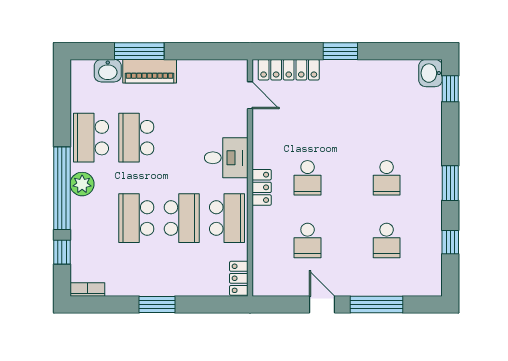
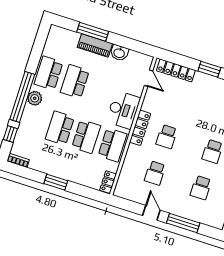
washbasin: (108, 71) -> (119, 53), moved
desk: (226, 158) -> (123, 110), width x1.37
locker: (262, 187) -> (140, 128), width x1.53

